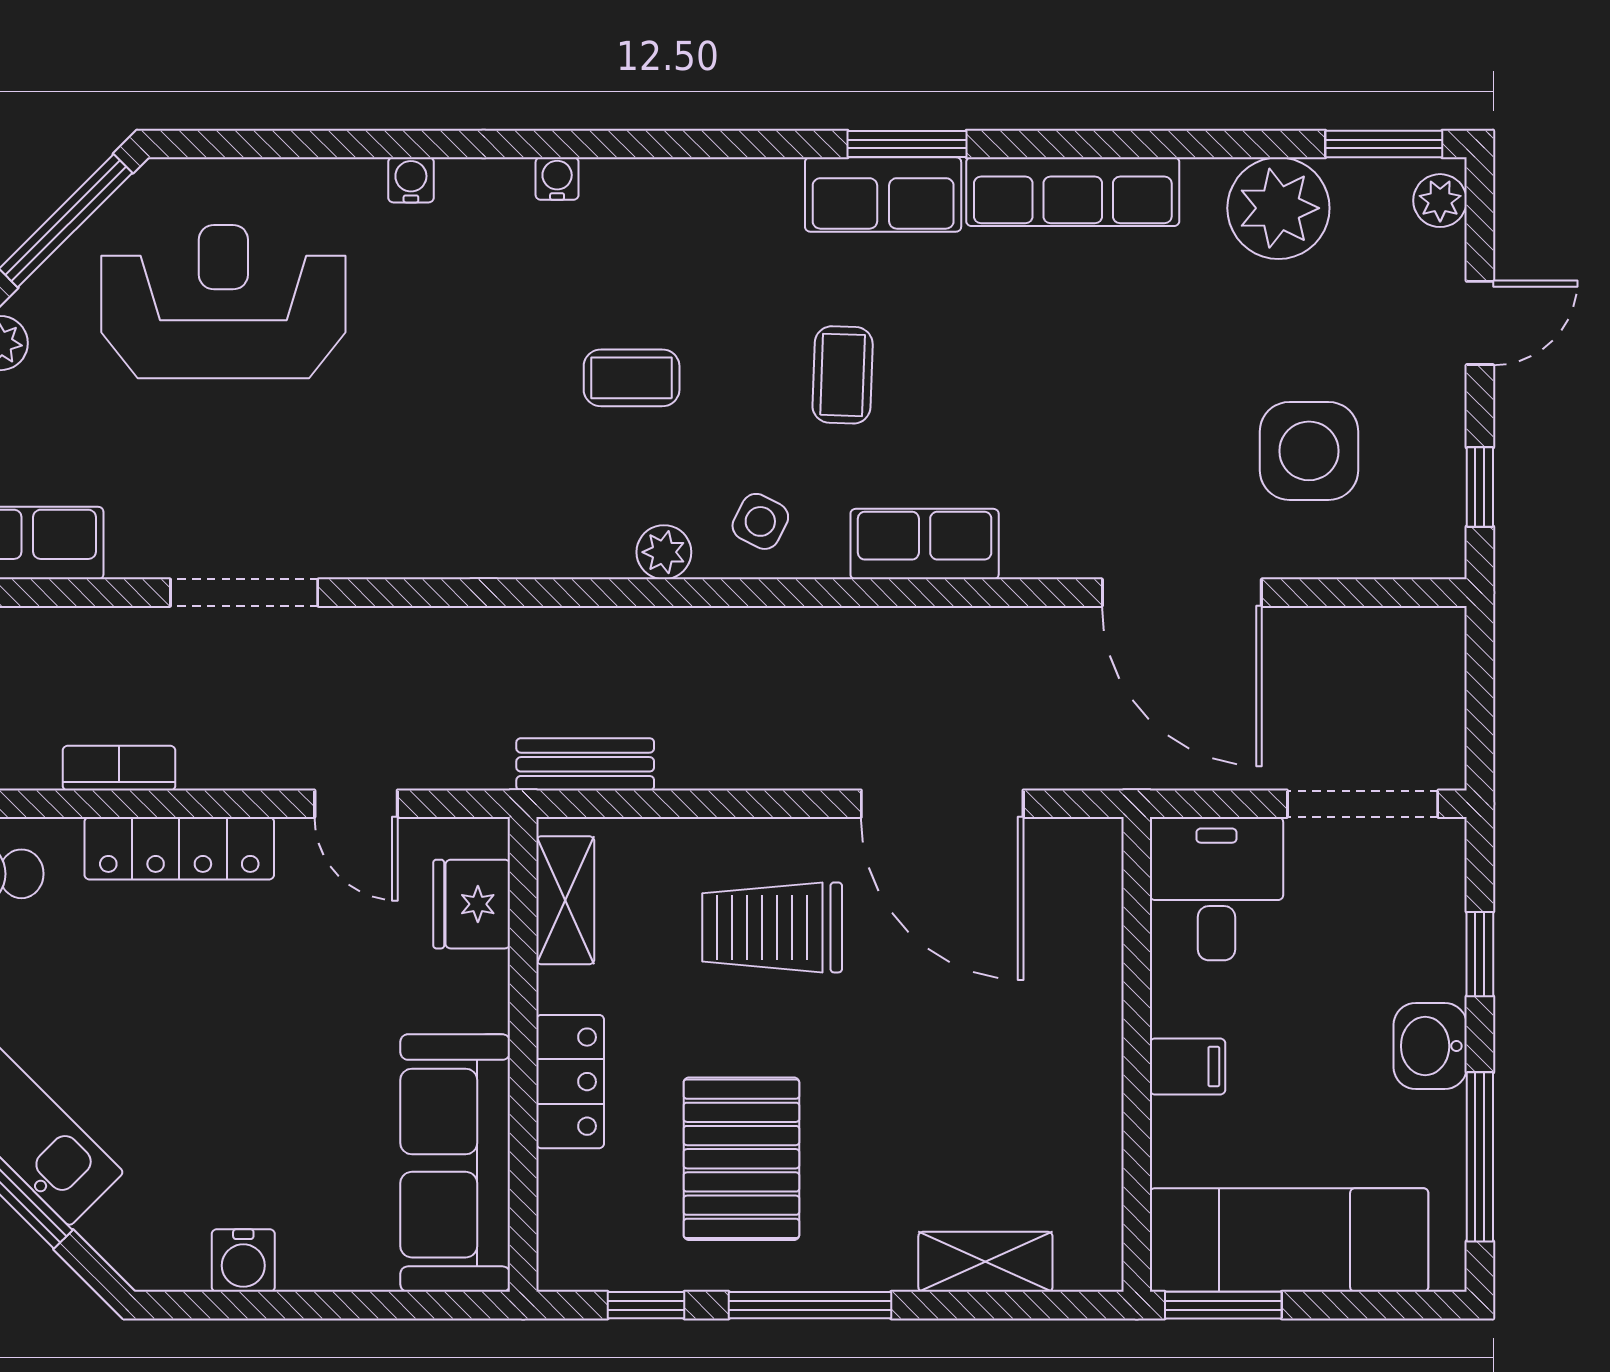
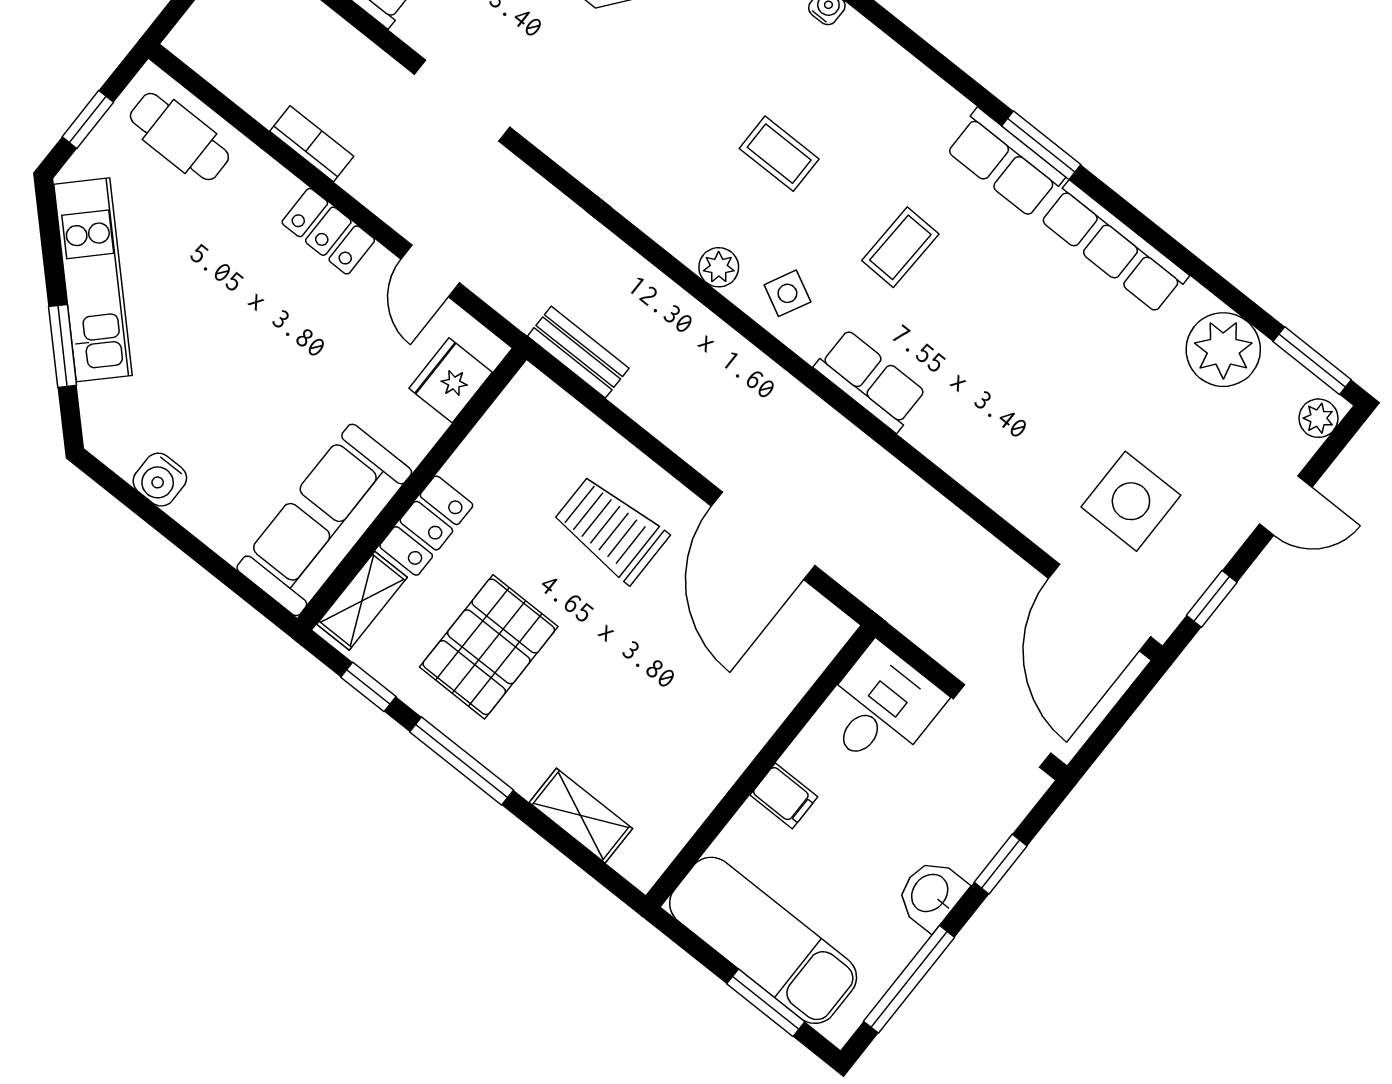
door: (1182, 593) -> (1100, 608), moved
locker: (179, 848) -> (328, 231), width x0.66
shelving: (565, 900) -> (362, 601), moved
window: (1223, 1305) -> (766, 1003), moved

